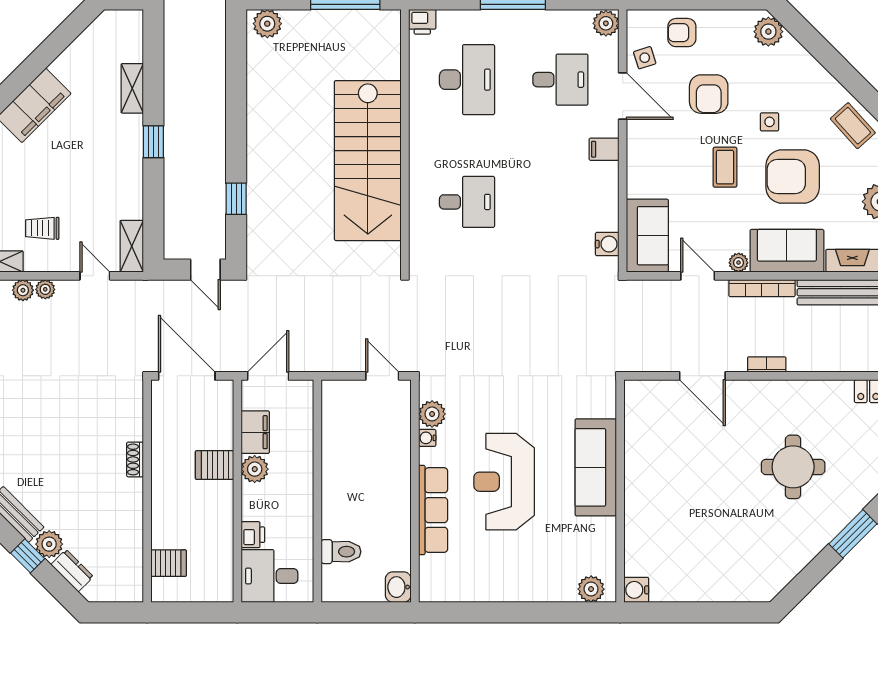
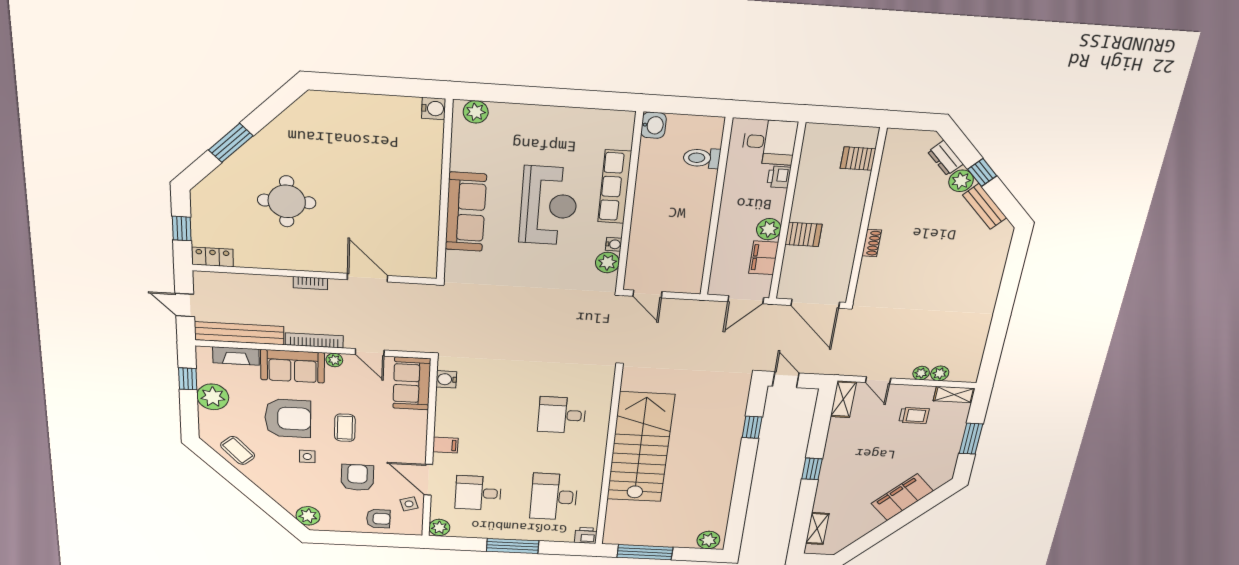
shelving: (132, 88) -> (817, 529), moved

